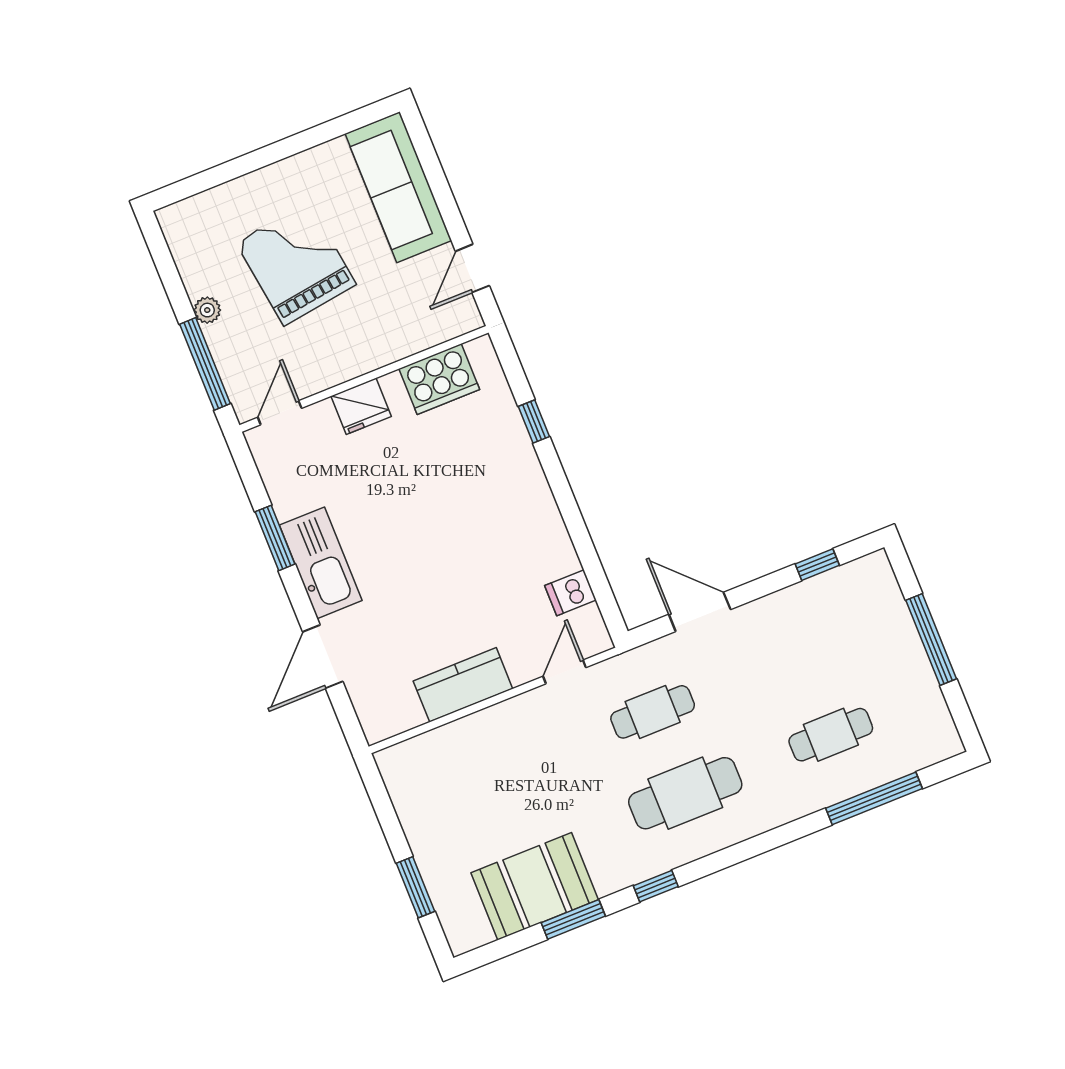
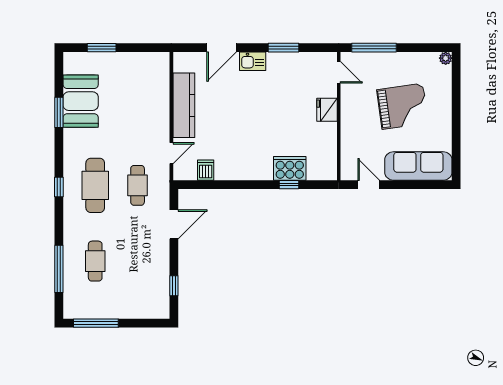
plant: (207, 310) -> (446, 58), moved
cooker: (439, 379) -> (290, 168), moved, turned 90
kitchen sink: (321, 563) -> (253, 61), width x0.53, depth x0.81
window: (931, 639) -> (96, 323), moved
door: (323, 657) -> (222, 48), swing flipped
door: (565, 672) -> (171, 153), hinge flipped
kitchen counter: (463, 685) -> (184, 105), width x1.50
window: (656, 886) -> (59, 187), moved

